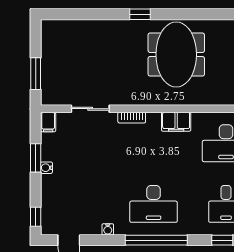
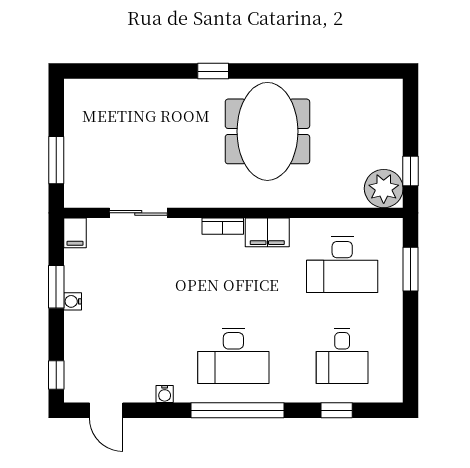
bookcase: (132, 118) -> (223, 226), moved

